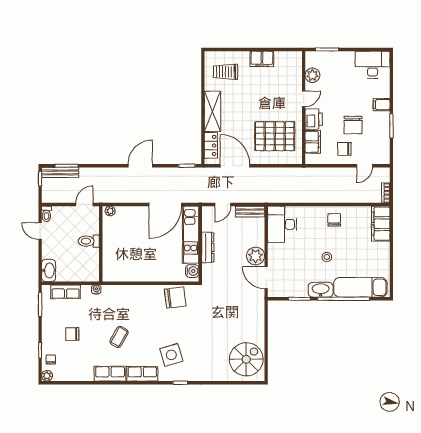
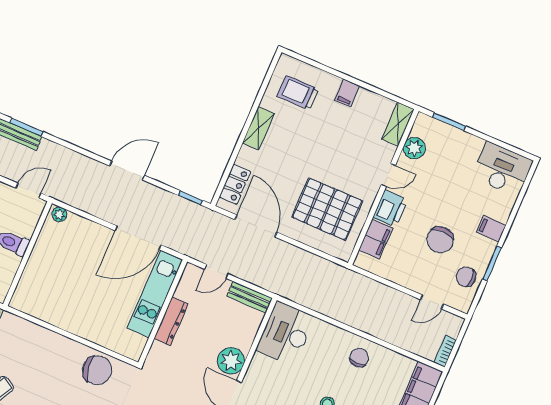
filing cabinet: (262, 59) -> (347, 93), width x0.50
shelving: (296, 65) -> (398, 124), added
shelving: (212, 111) -> (258, 128), width x0.67, depth x0.75
chair: (344, 149) -> (466, 277), moved
water cooler: (192, 271) -> (136, 344), removed

